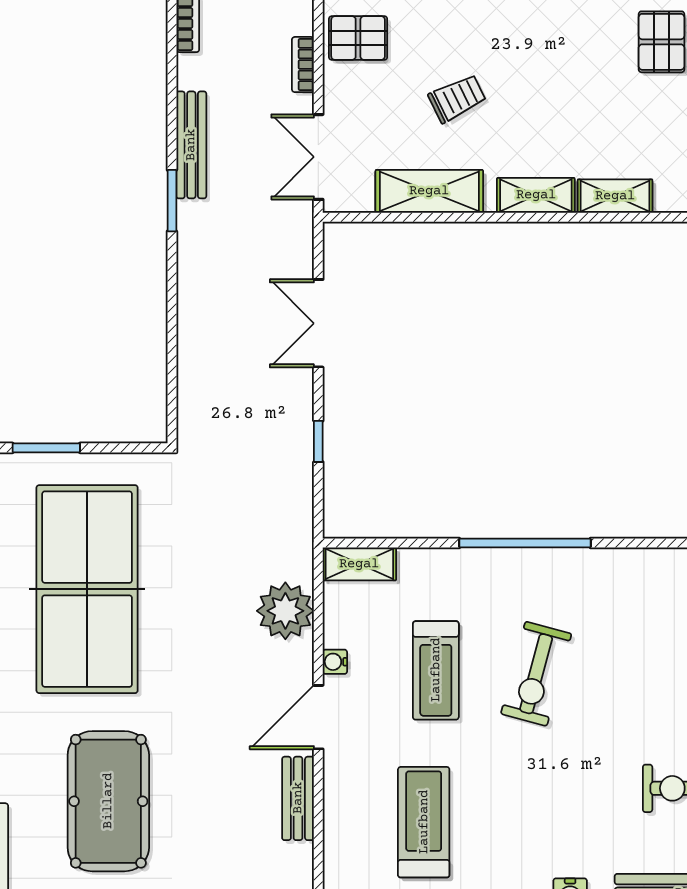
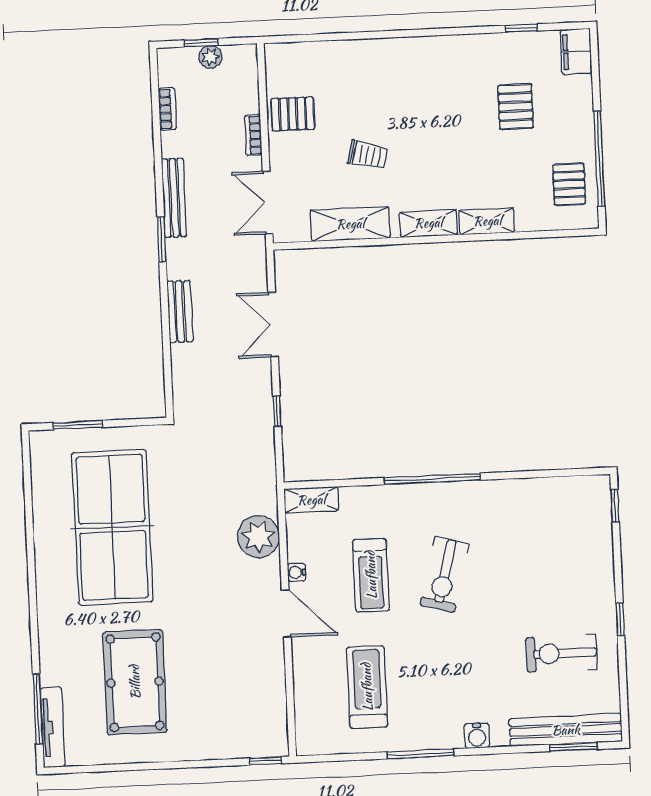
trolley: (457, 98) -> (368, 155), turned 40
door: (318, 717) -> (286, 614), swing flipped
bench: (298, 798) -> (180, 312), moved

